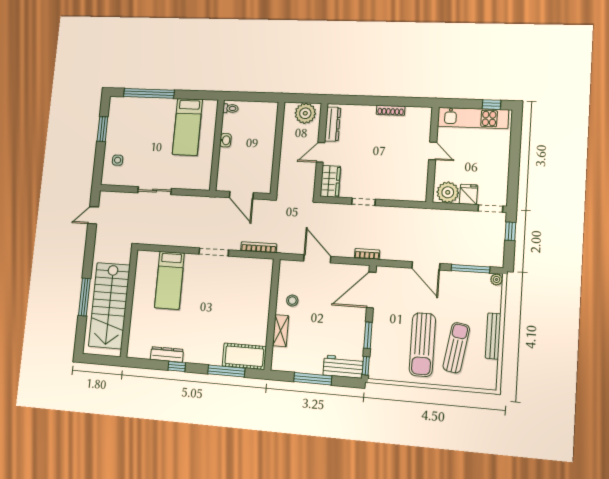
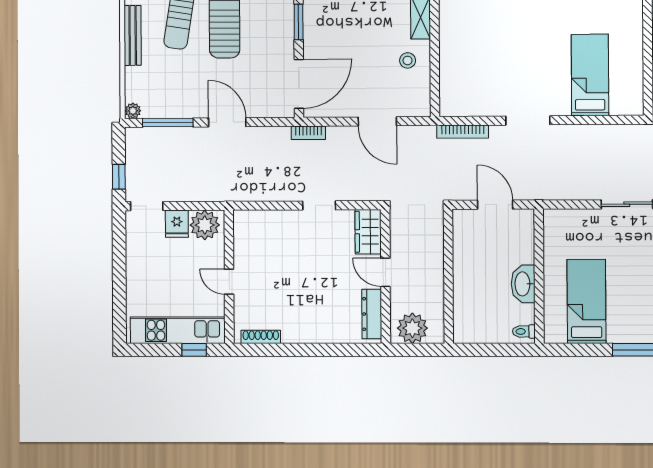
window: (491, 105) -> (194, 350), moved
shoe rack: (391, 110) -> (261, 337), moved
washbasin: (225, 140) -> (523, 284), width x1.91, depth x1.45
door: (321, 152) -> (385, 272), swing flipped

